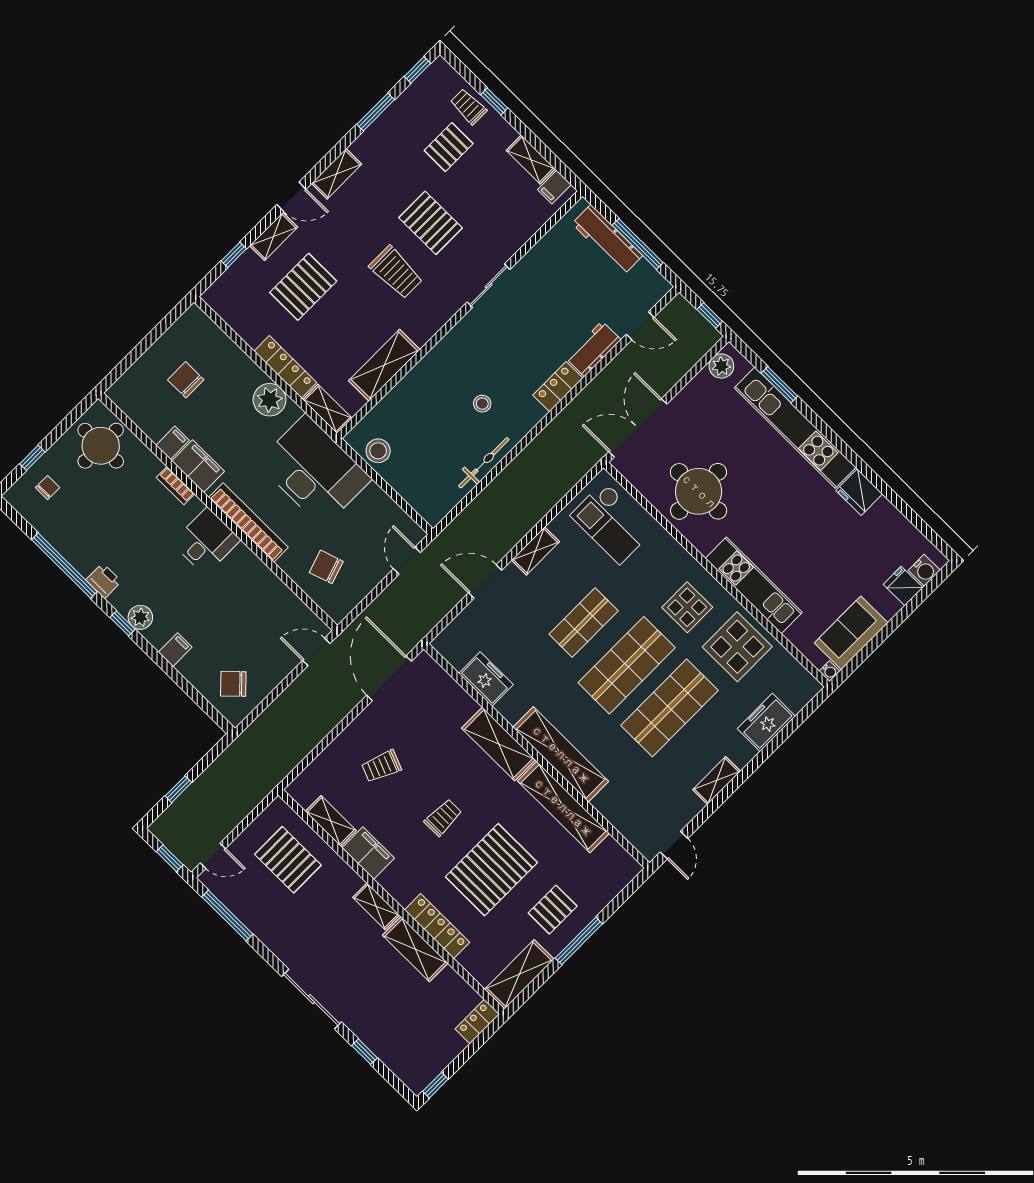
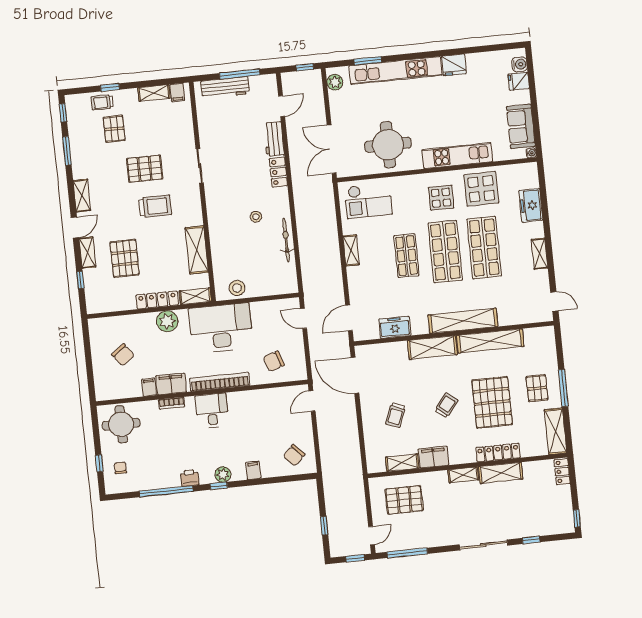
chair: (186, 380) -> (123, 355), turned -127
door: (485, 582) -> (349, 318), moved
trolley: (443, 817) -> (446, 405), turned 38

